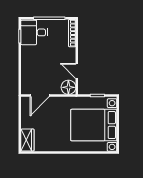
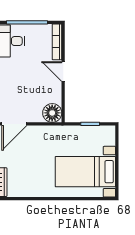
door: (77, 71) -> (63, 72), moved
bed with nightstands: (94, 125) -> (85, 172), width x0.73

